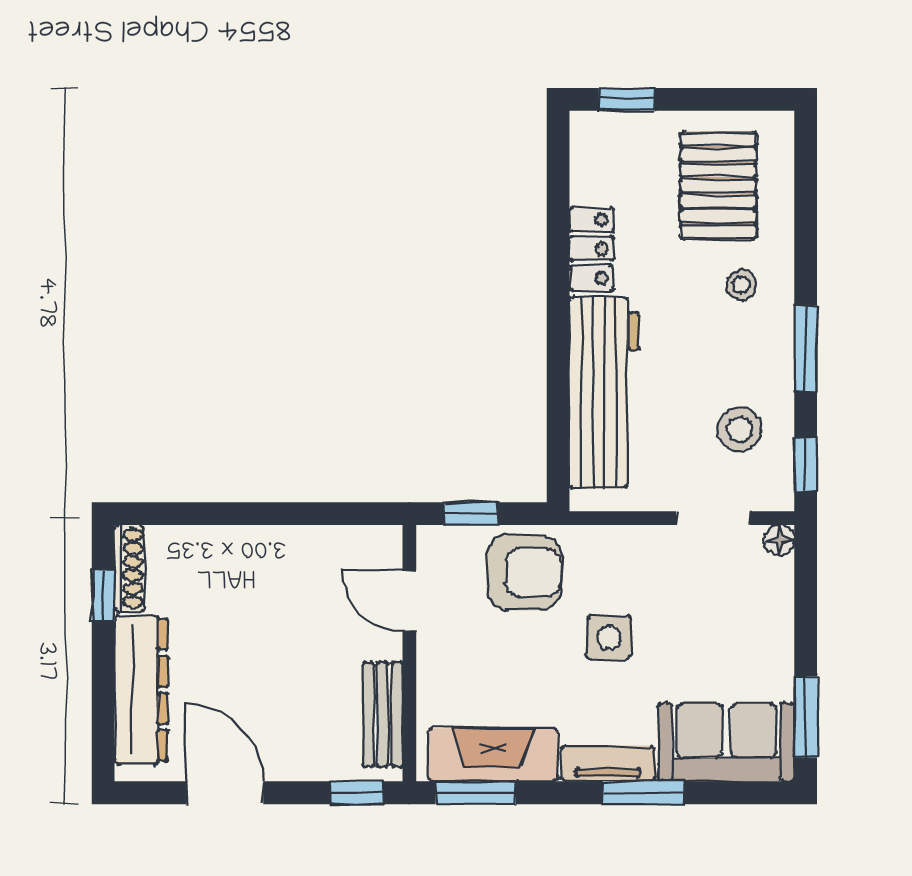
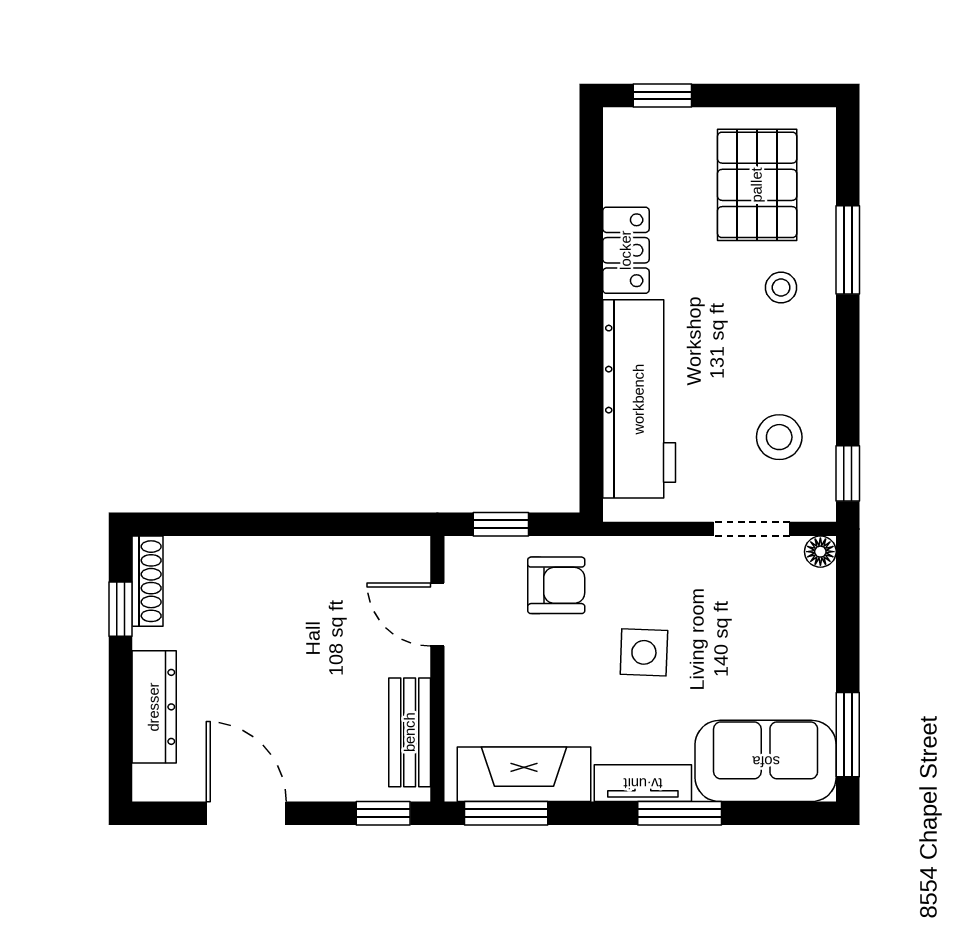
window: (806, 349) -> (848, 250), moved
armchair: (524, 573) -> (556, 585), width x0.72, depth x0.72
dresser: (141, 690) -> (154, 707), width x0.73, depth x0.80

